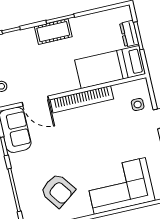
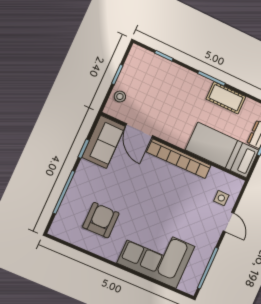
cot: (53, 32) -> (226, 98), moved
armchair: (58, 190) -> (101, 220), turned -144

